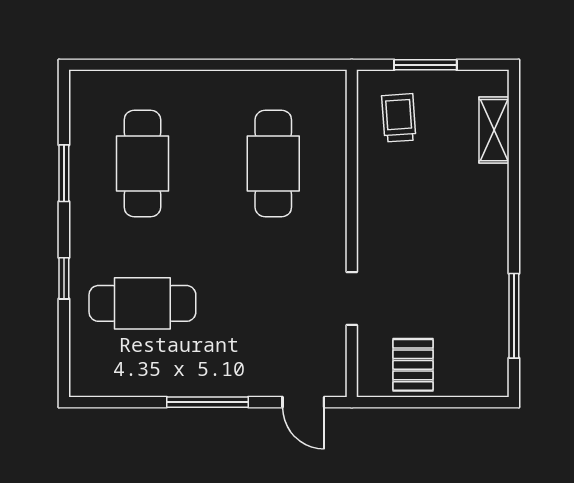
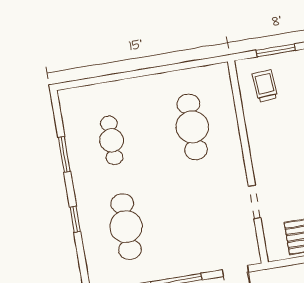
cafe table: (142, 163) -> (112, 140), width x0.73, depth x0.74
cafe table: (142, 303) -> (126, 227), turned 90

